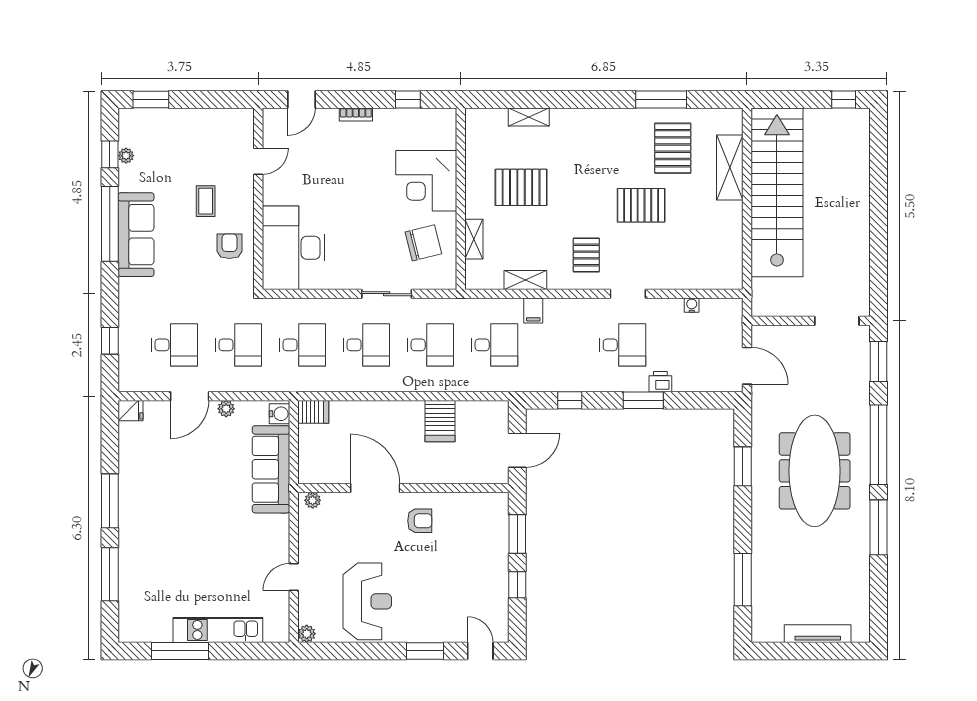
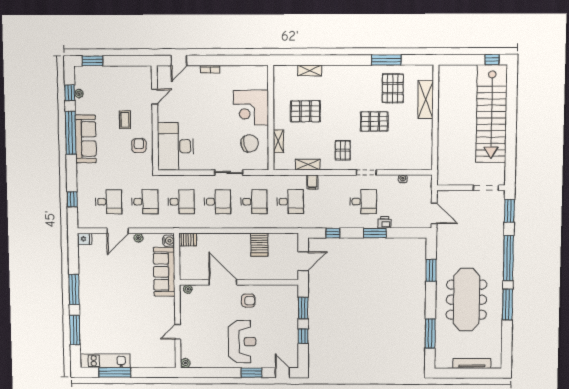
window: (408, 99) -> (240, 60), removed
stairs: (777, 192) -> (492, 114), moved, turned 180
meeting table: (815, 471) -> (466, 300), moved
reception desk: (367, 601) -> (242, 342), moved
kitchen unit: (218, 630) -> (105, 361), moved

